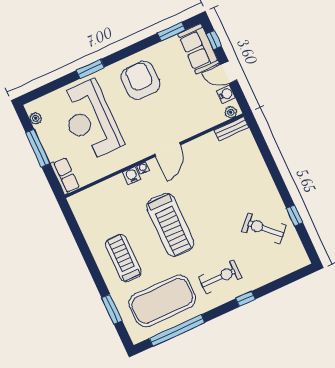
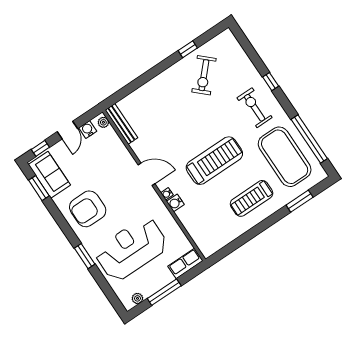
sofa: (199, 49) -> (49, 175), moved, turned -90
reception desk: (90, 120) -> (131, 249), turned 180
bench: (231, 129) -> (121, 124), width x1.36

